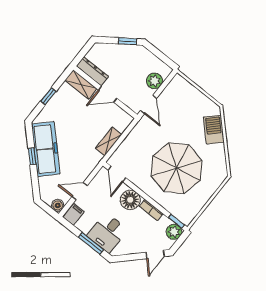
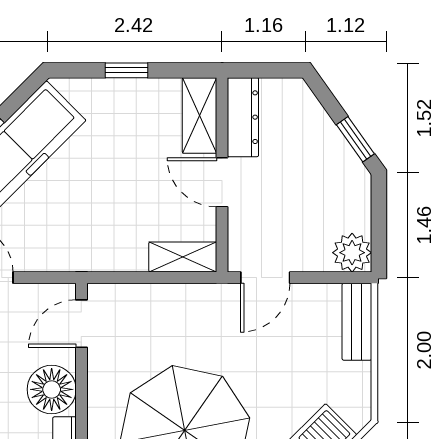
plant: (154, 81) -> (352, 253), moved
bench: (185, 87) -> (357, 322), added
shelving: (109, 141) -> (183, 257), moved

